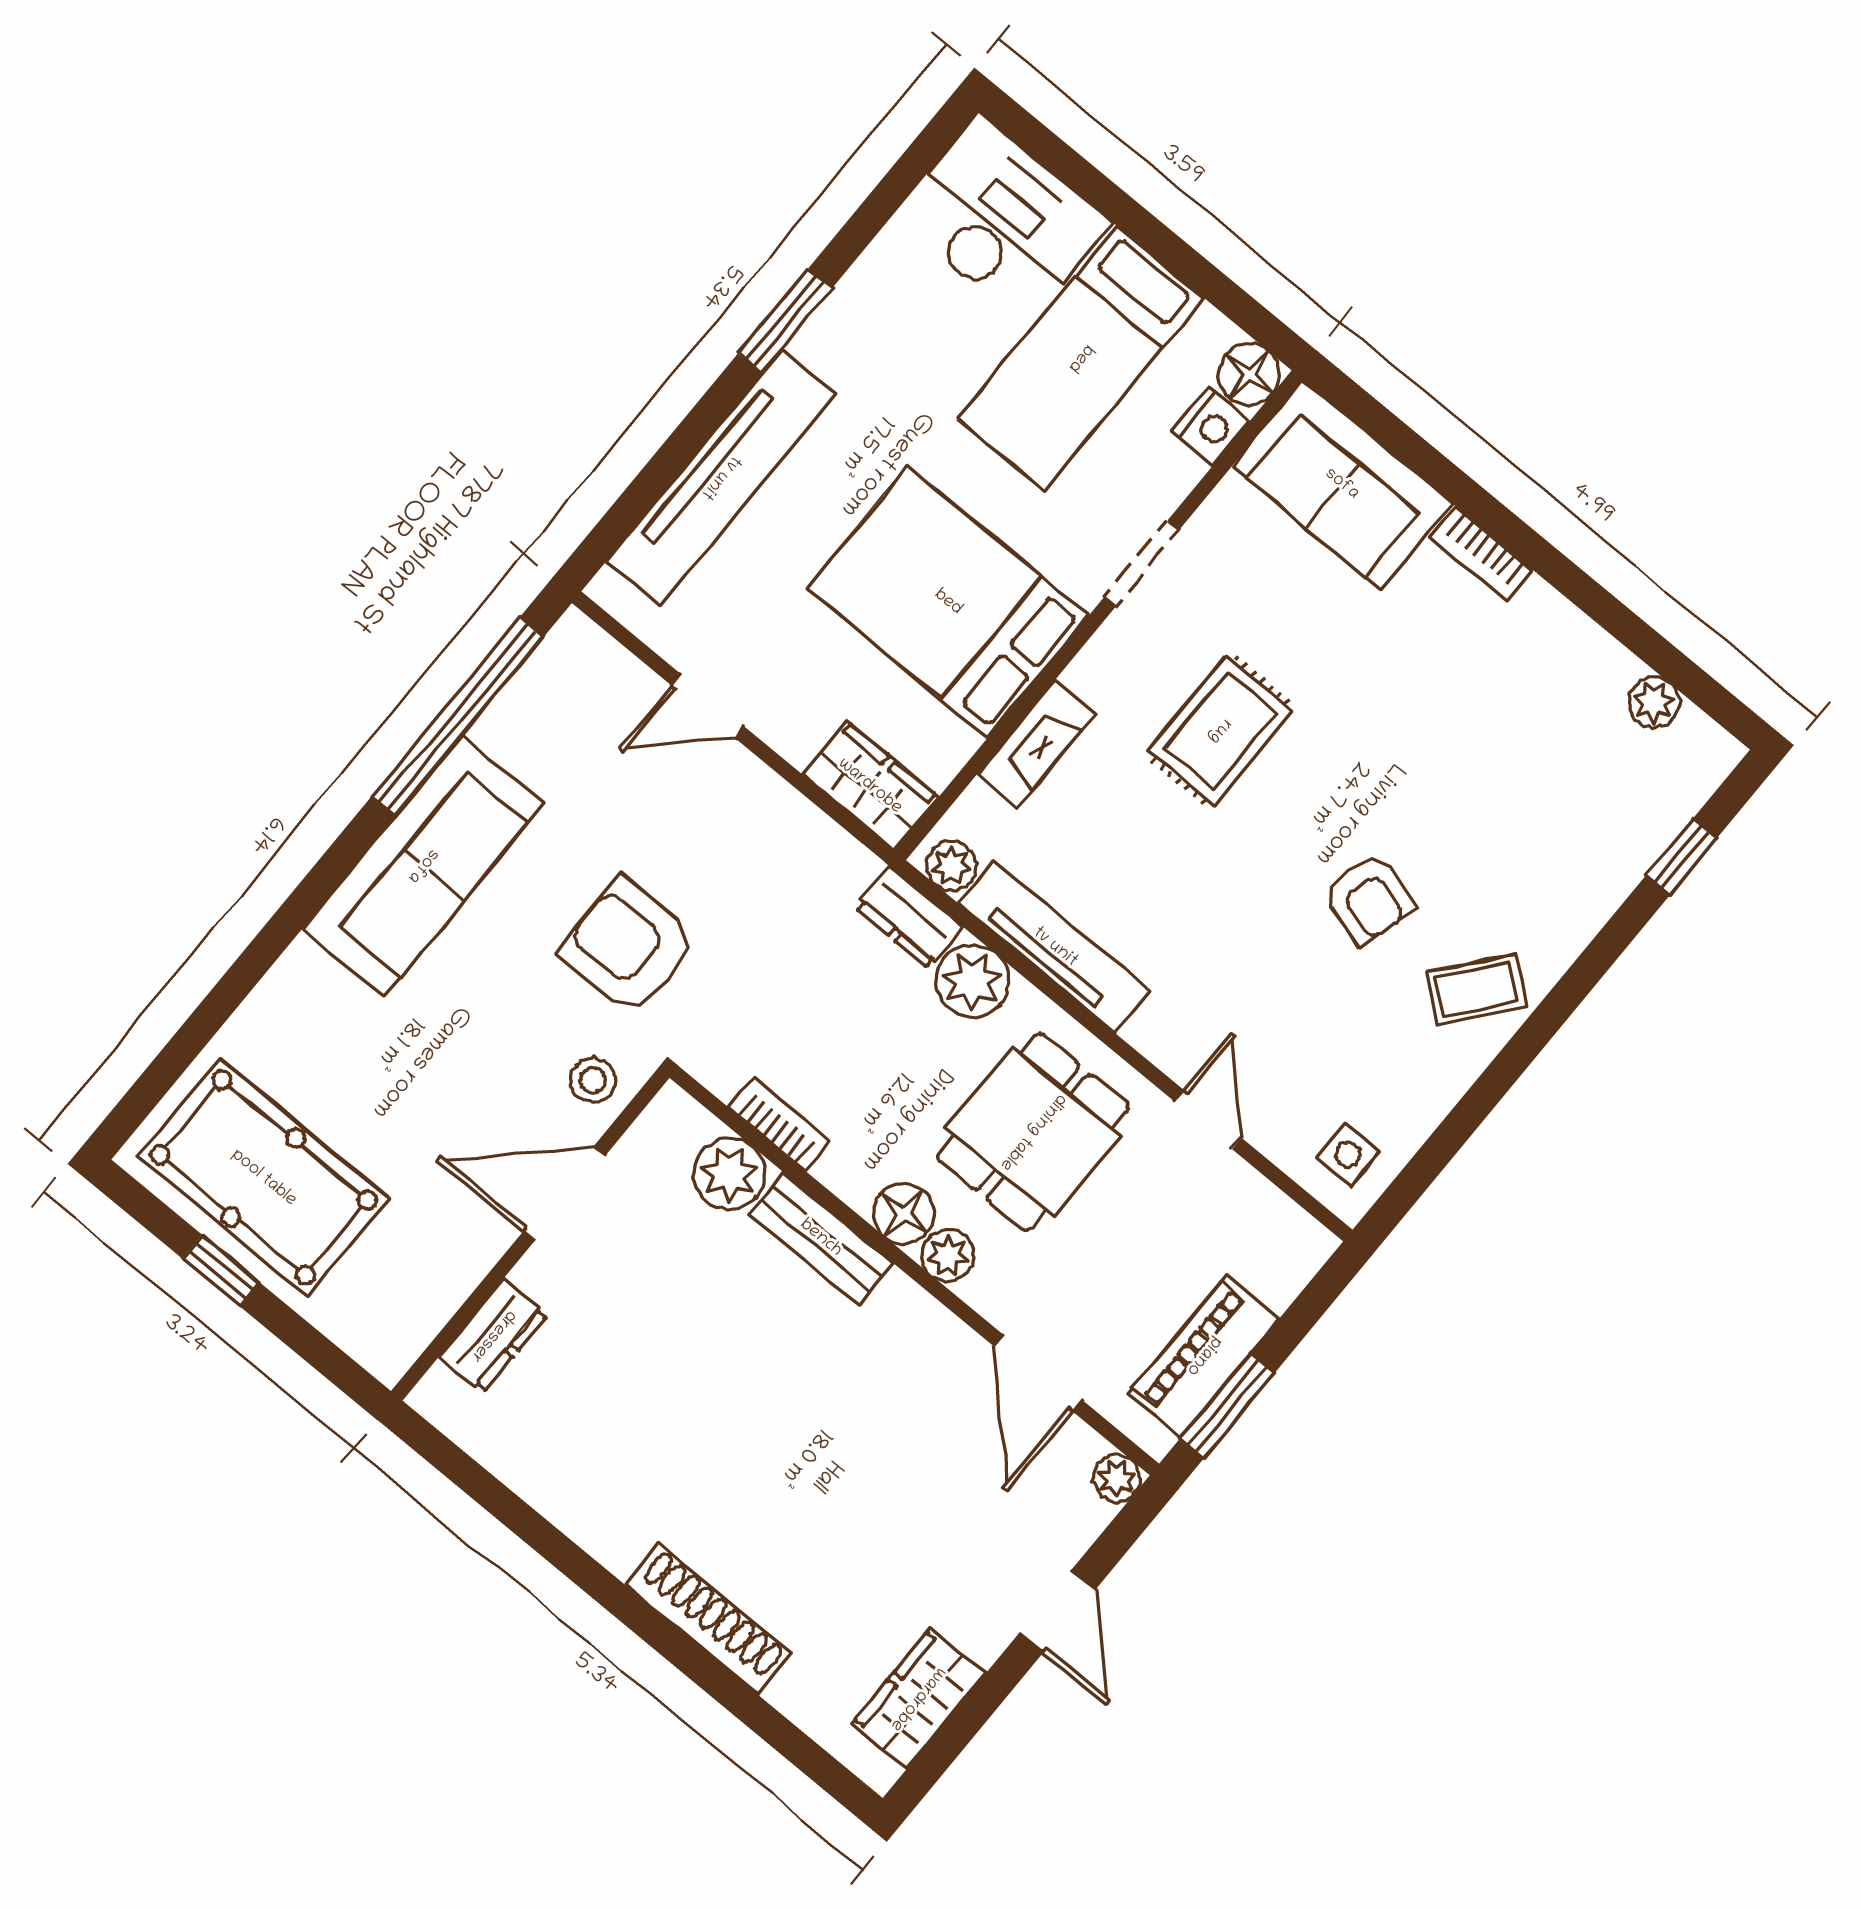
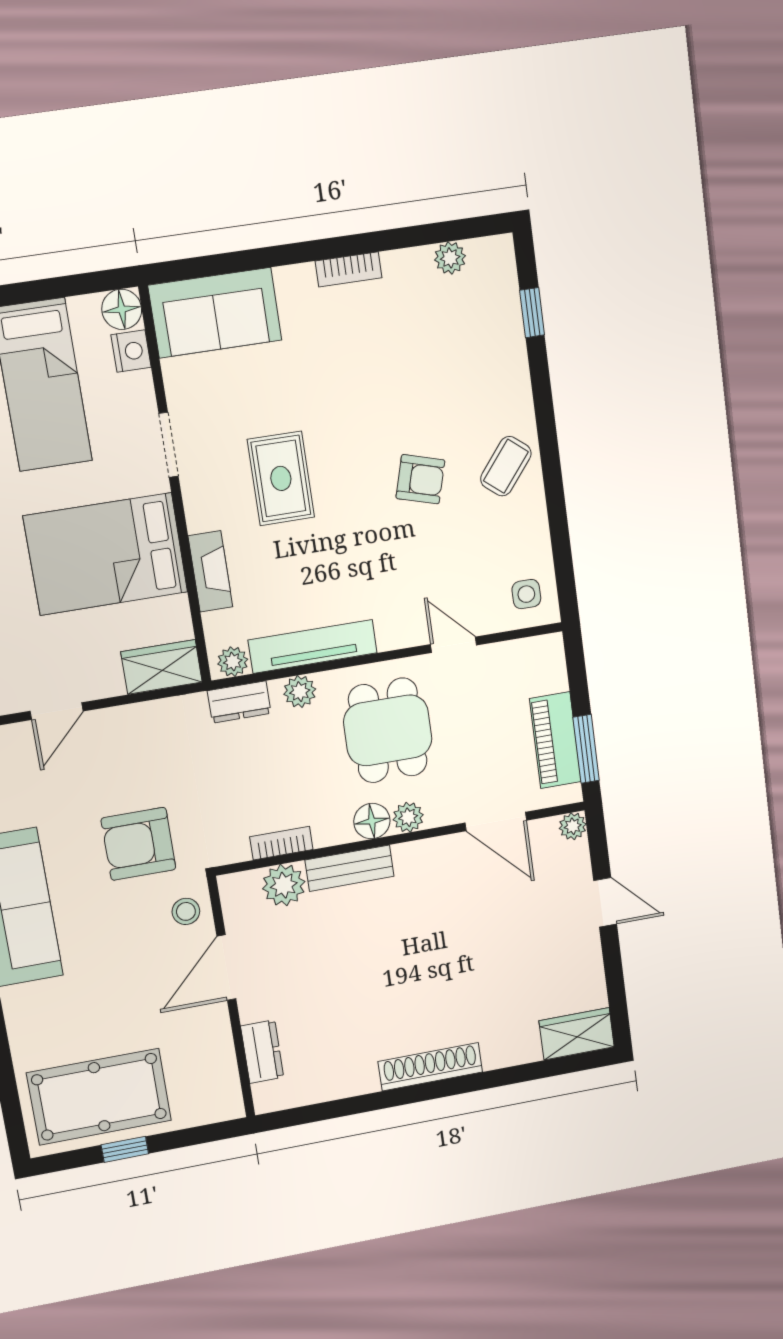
bookcase: (1482, 554) -> (349, 269), moved
plant: (972, 981) -> (300, 692), width x0.73, depth x0.73
shoe rack: (709, 1619) -> (430, 1067), moved
wardrobe: (918, 1699) -> (577, 1034), moved, turned 90

